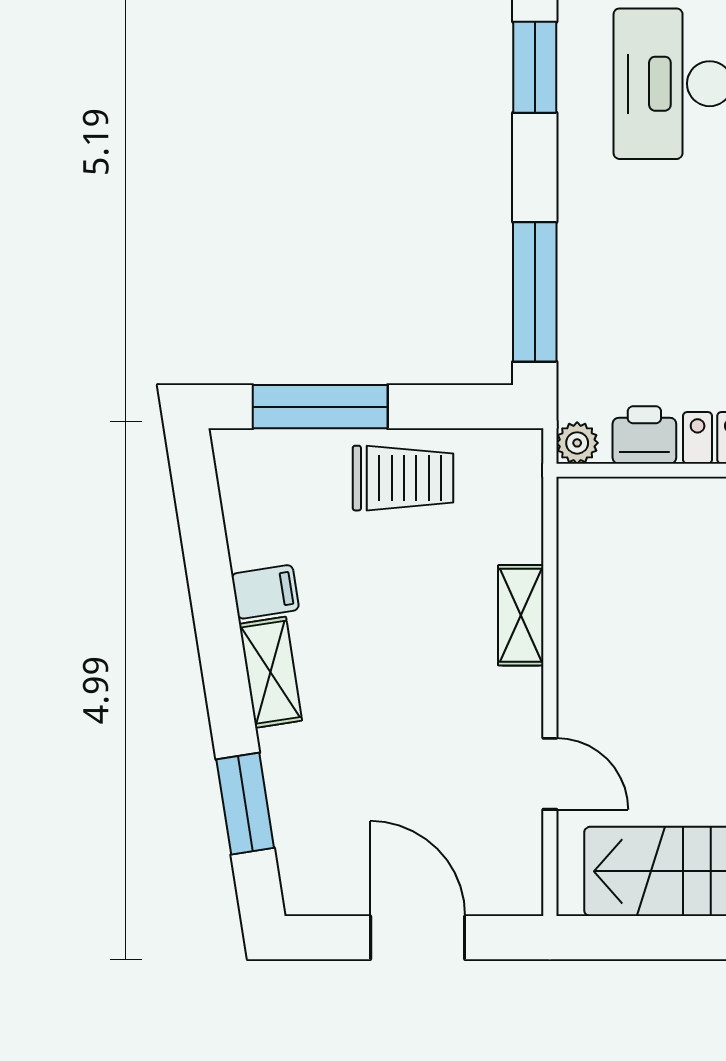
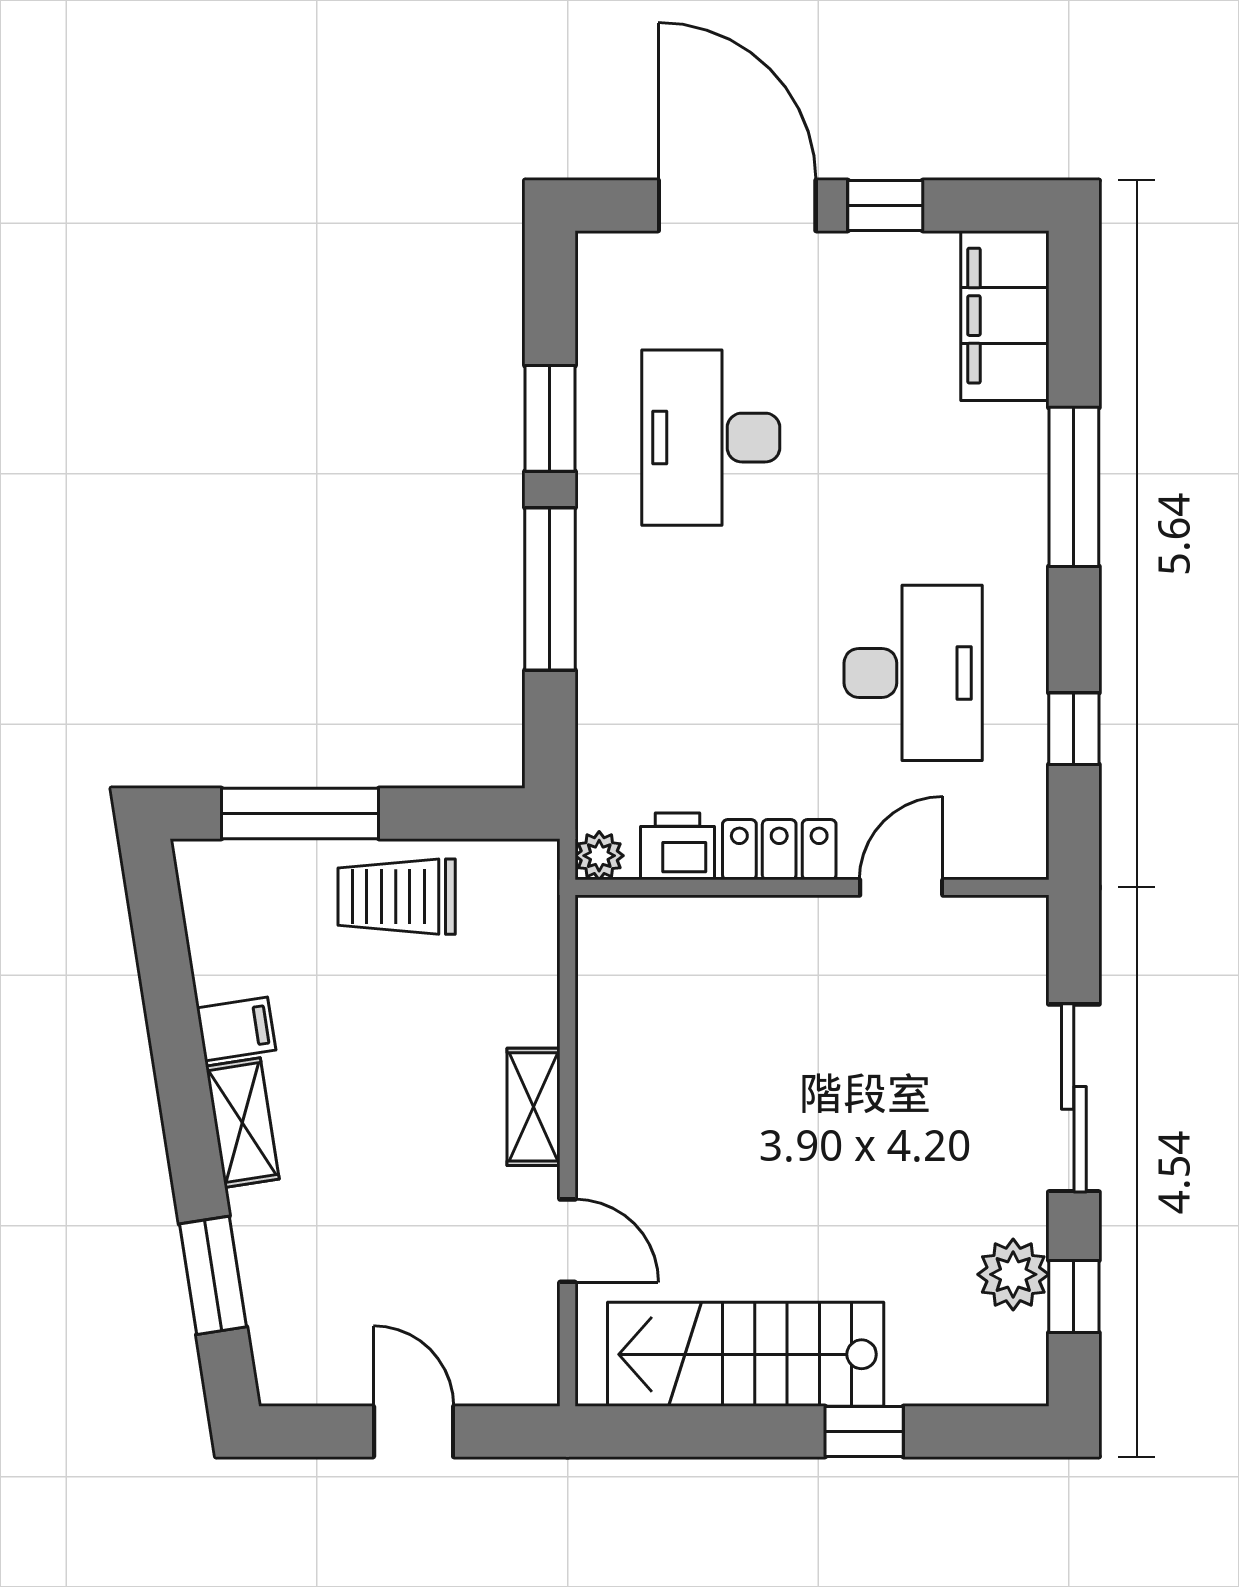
window: (535, 292) -> (550, 589), moved
trolley: (403, 478) -> (397, 897), turned 180
shelving: (521, 615) -> (534, 1107), moved
door: (418, 938) -> (414, 1431), width x0.73

